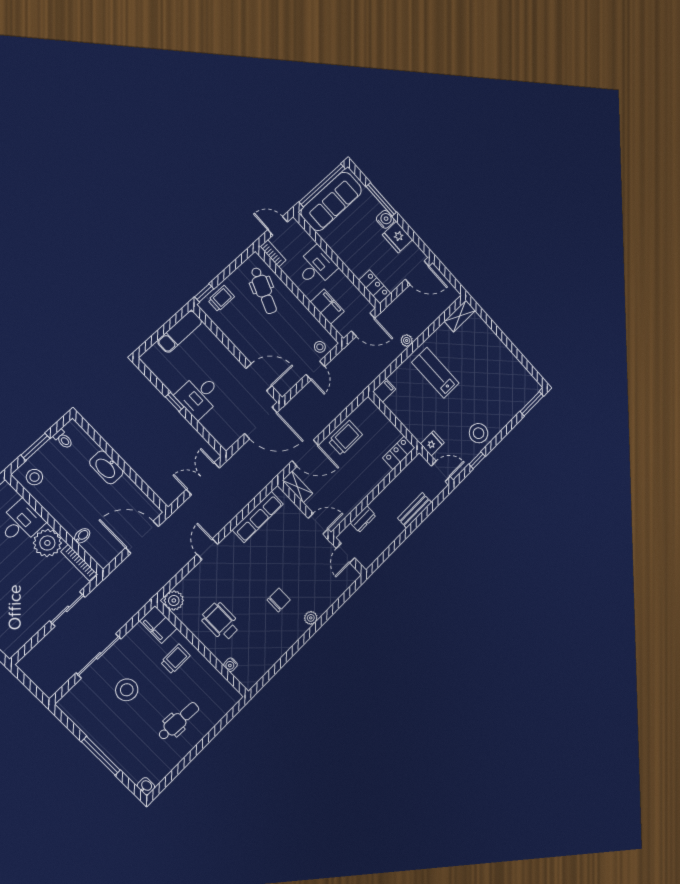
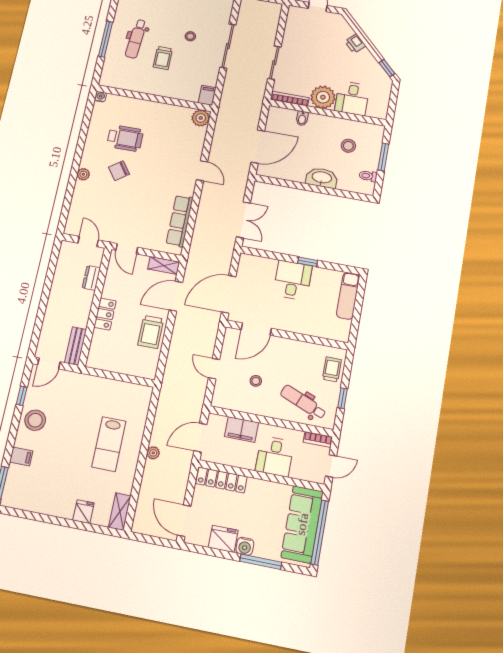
door: (417, 273) -> (184, 521), hinge flipped
locker: (375, 287) -> (221, 480), width x1.53
window: (204, 293) -> (342, 398), moved
trolley: (221, 298) -> (332, 369), turned 180
exam couch: (180, 332) -> (348, 296), moved
stool: (320, 347) -> (256, 381), moved
lab bench: (435, 373) -> (109, 444), turned 90
filing cabinet: (384, 390) -> (21, 456), moved, turned -90
fridge: (432, 443) -> (83, 512), moved, turned 180
locker: (399, 453) -> (105, 314), moved
stool: (34, 477) -> (348, 146), moved
bench: (415, 510) -> (76, 346), moved
door: (318, 524) -> (127, 249), hinge flipped
chair: (279, 600) -> (119, 171), turned 54
wheelchair: (221, 622) -> (125, 138), moved
filing cabinet: (158, 625) -> (207, 95), width x0.50
trolley: (175, 659) -> (163, 58), moved
water cooler: (231, 665) -> (101, 97), moved
stool: (127, 690) -> (190, 36), width x0.53, depth x0.53
window: (206, 740) -> (106, 39), added

